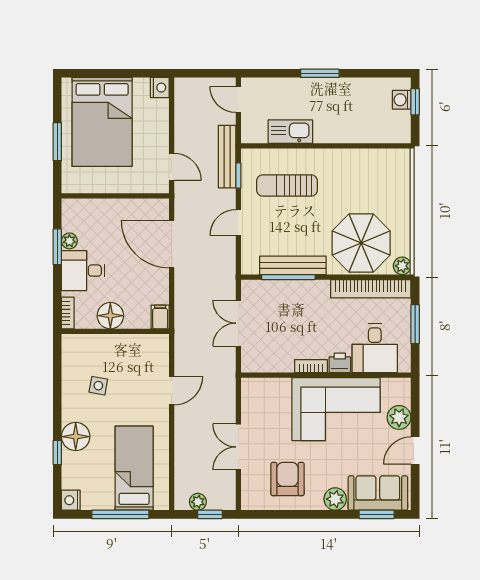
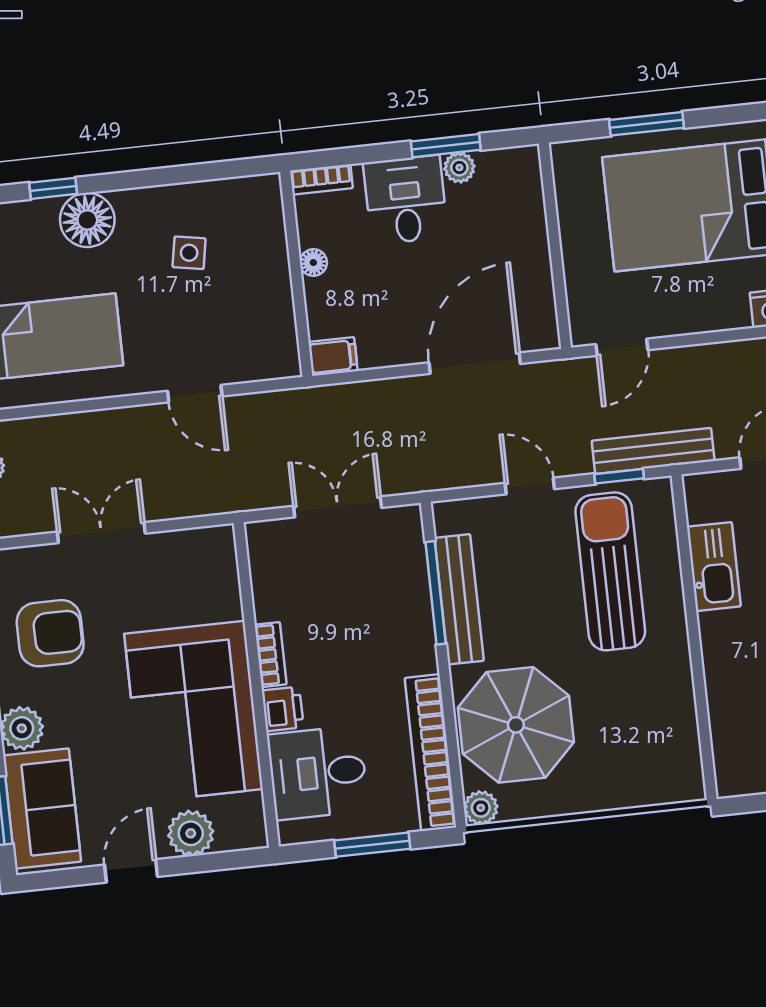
sun lounger: (287, 185) -> (610, 571), width x1.36, depth x1.34
floor lamp: (110, 316) -> (313, 263), width x0.53, depth x0.53
door: (415, 450) -> (131, 871), hinge flipped

